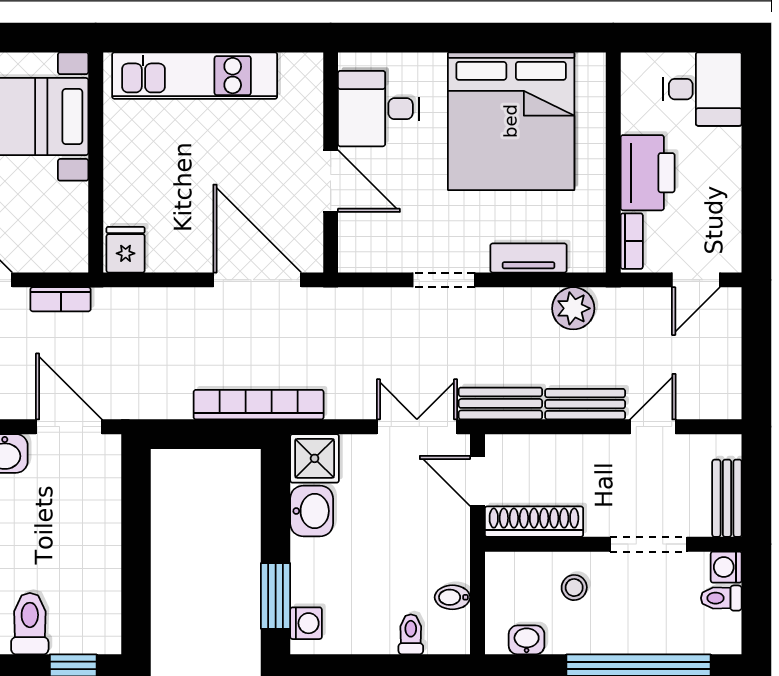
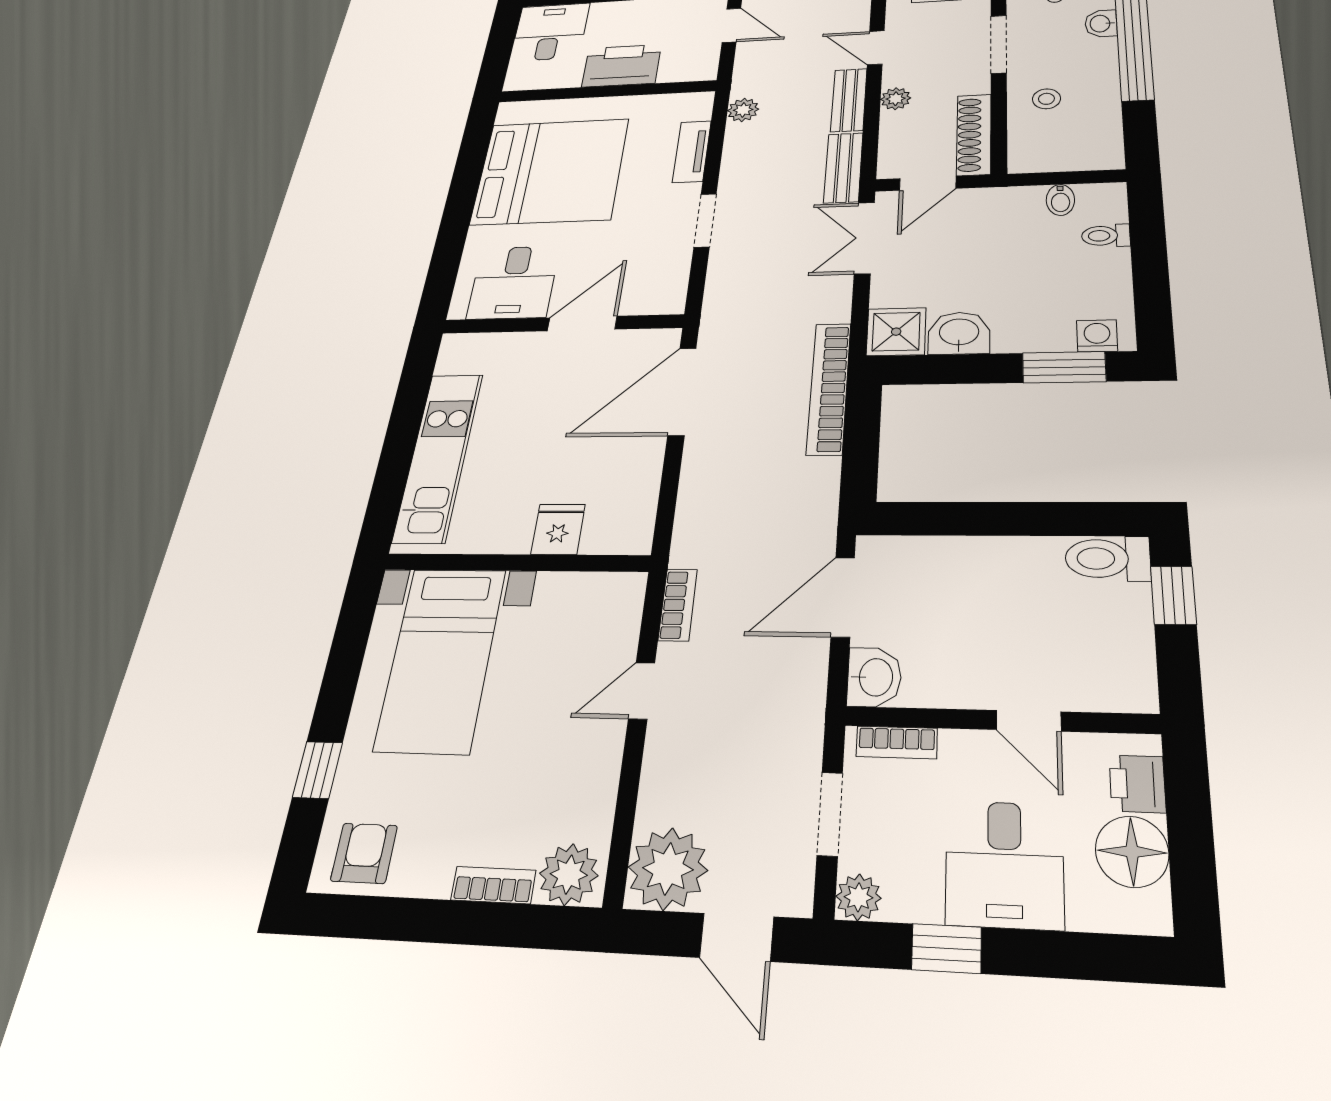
bookcase: (632, 241) -> (687, 74), removed
fridge: (126, 250) -> (558, 529), moved, turned 90
plant: (573, 308) -> (743, 110), width x0.73, depth x0.73
plant: (584, 448) -> (896, 99), added
toilet: (30, 624) -> (1108, 559), moved
washbasin: (527, 640) -> (1101, 24), moved

